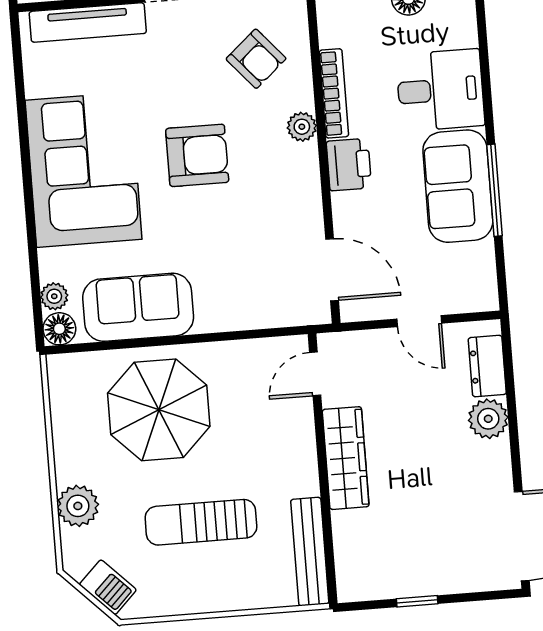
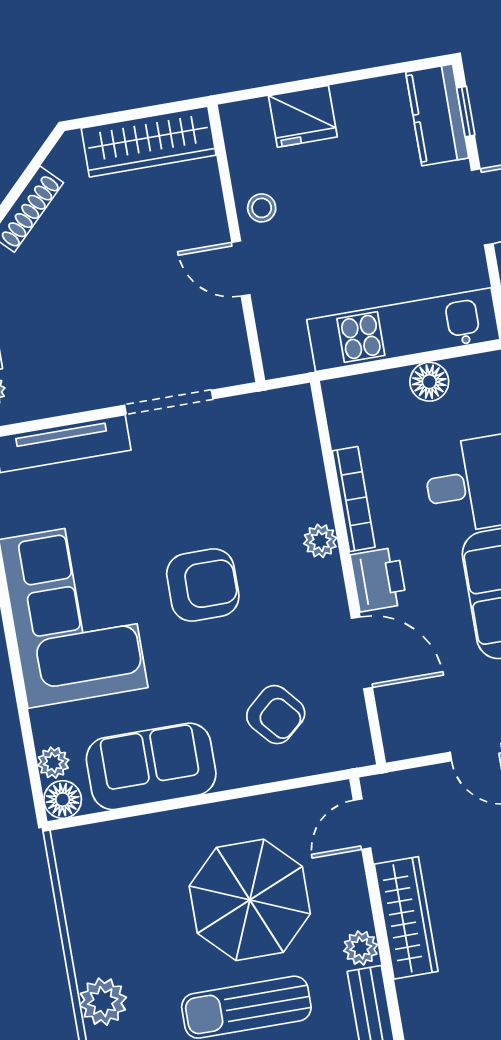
armchair: (256, 59) -> (276, 715), moved
door: (332, 270) -> (362, 653), moved
parasol: (159, 410) -> (250, 900), moved
plant: (304, 480) -> (361, 948), added

